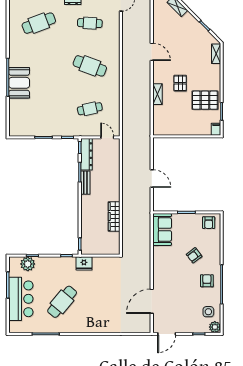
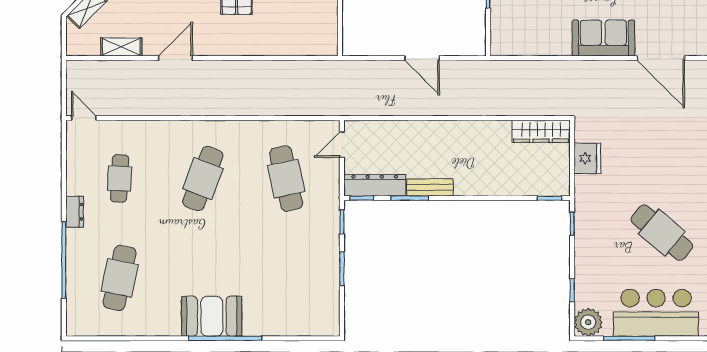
cafe table: (39, 23) -> (120, 278), turned 33
booth: (19, 83) -> (212, 316), moved
shelving: (157, 94) -> (121, 47), moved
cafe table: (90, 109) -> (286, 179), width x1.37, depth x1.35
door: (152, 179) -> (422, 58), swing flipped
wardrobe: (114, 216) -> (541, 131), moved
sofa: (162, 230) -> (603, 38), moved
fridge: (84, 263) -> (587, 158), moved
plant: (28, 264) -> (588, 322), moved

